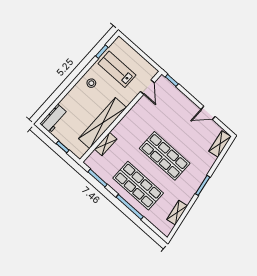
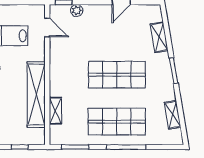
plant: (175, 93) -> (77, 10), added
shelving: (220, 144) -> (159, 37), moved

